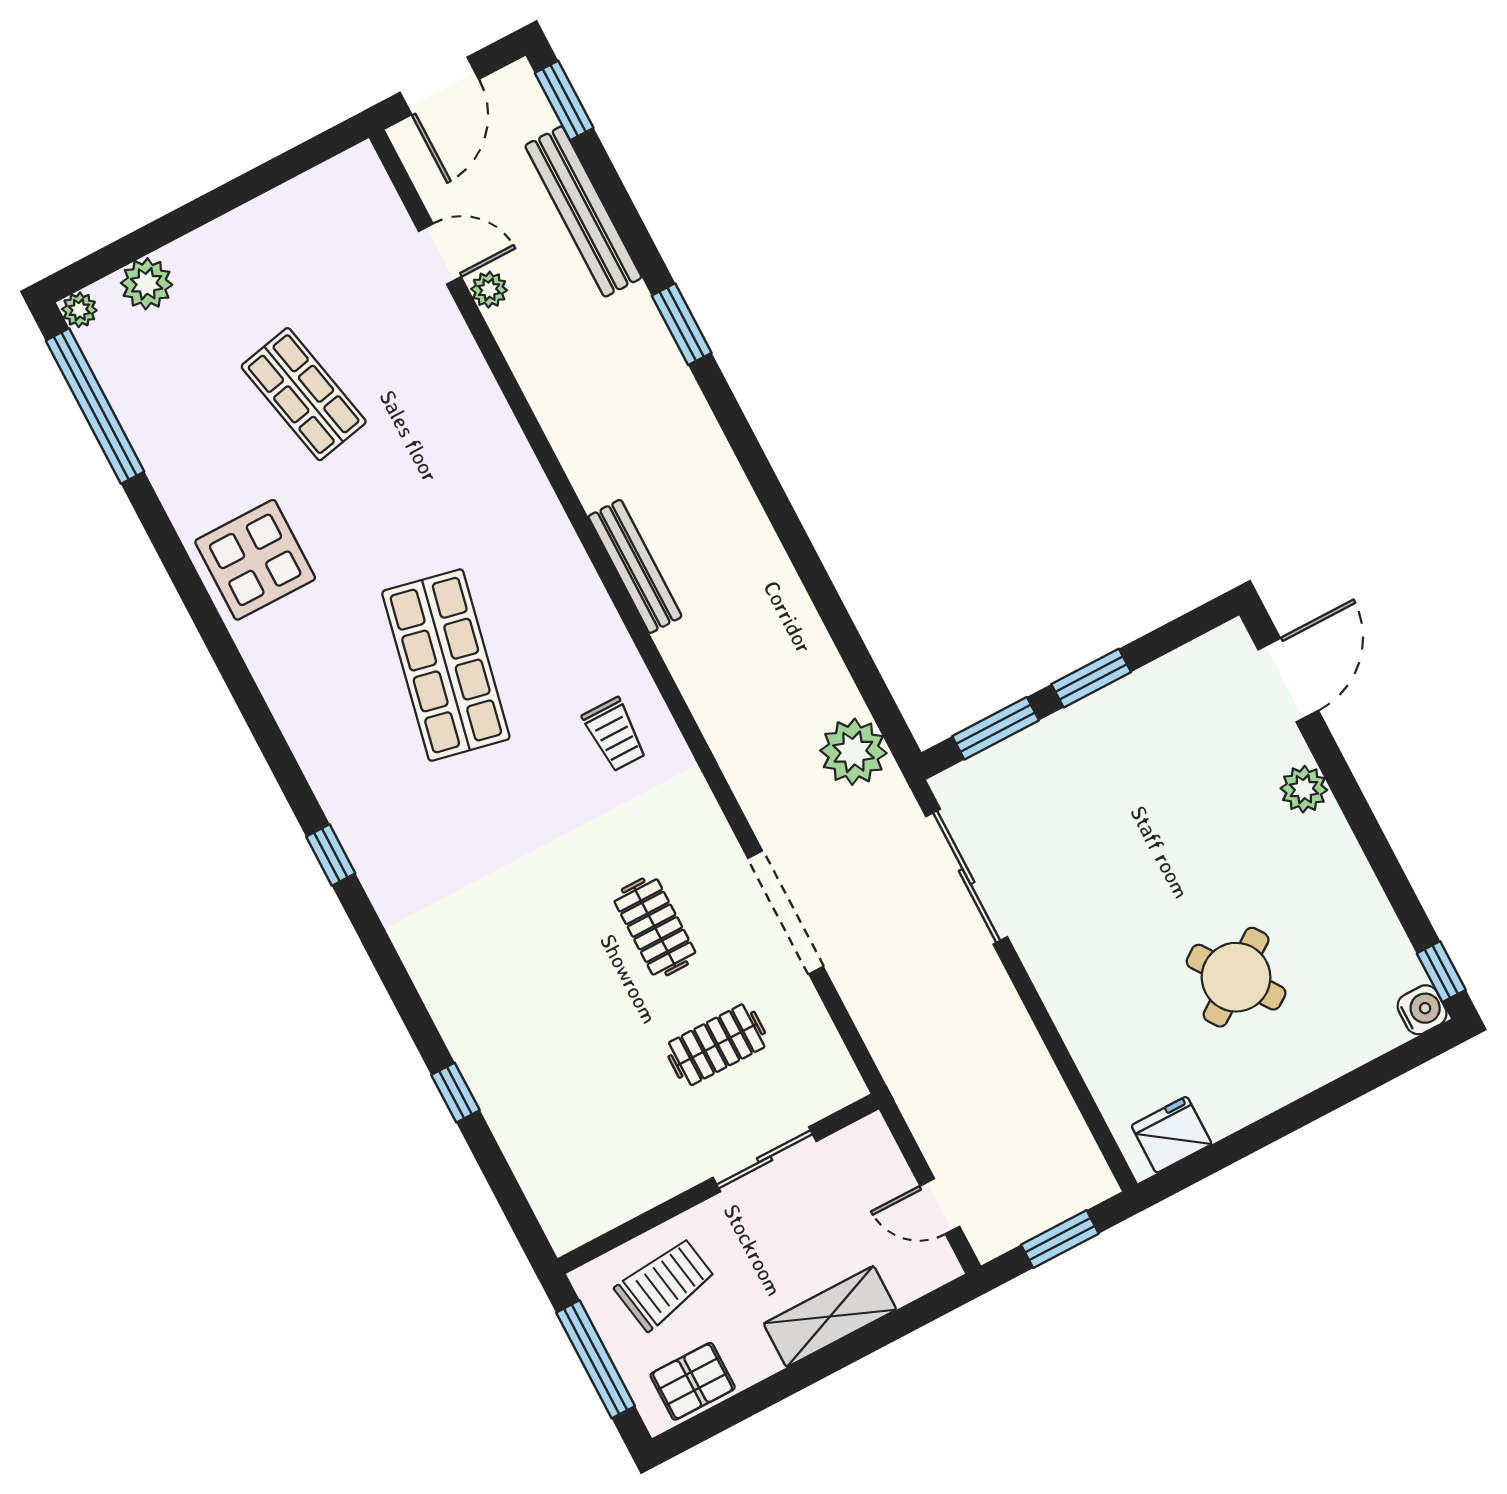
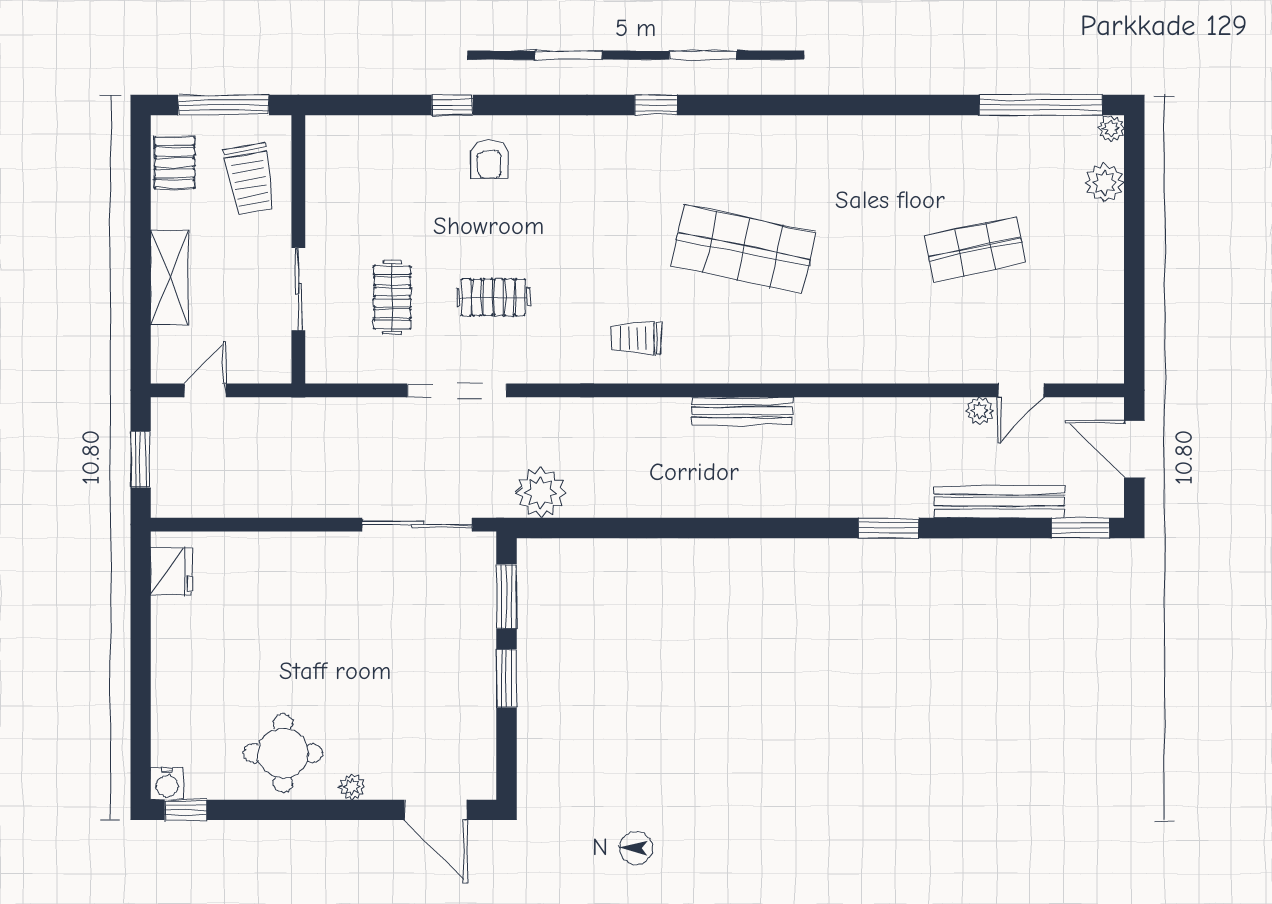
display table: (255, 560) -> (881, 158), removed
plant: (1304, 789) -> (352, 787), width x0.73, depth x0.73
round table: (1236, 977) -> (283, 753), moved, turned 35
armchair: (496, 1016) -> (490, 159), added

